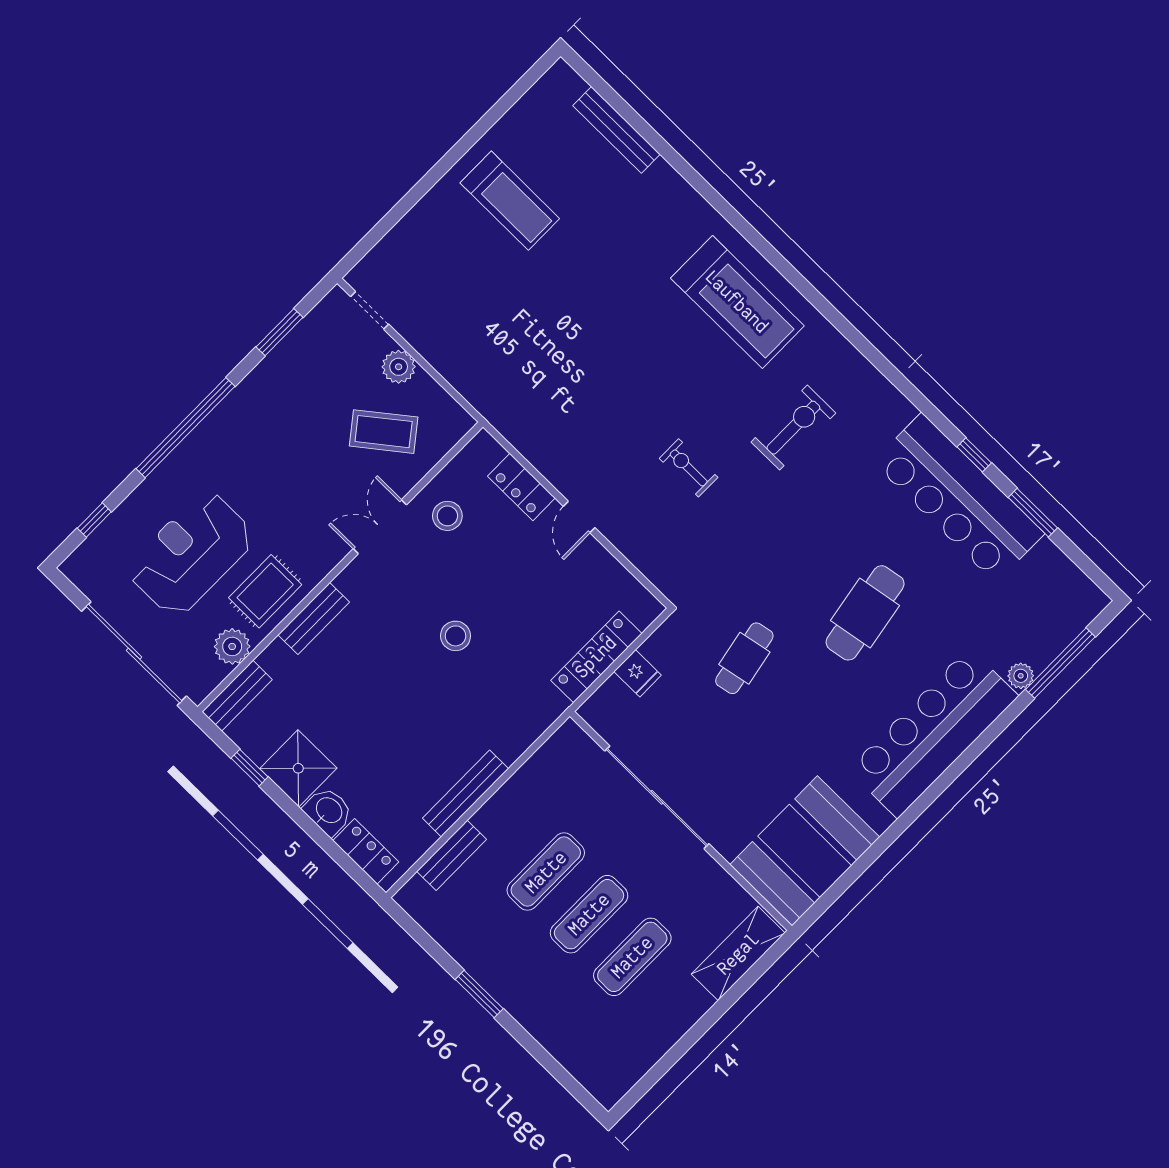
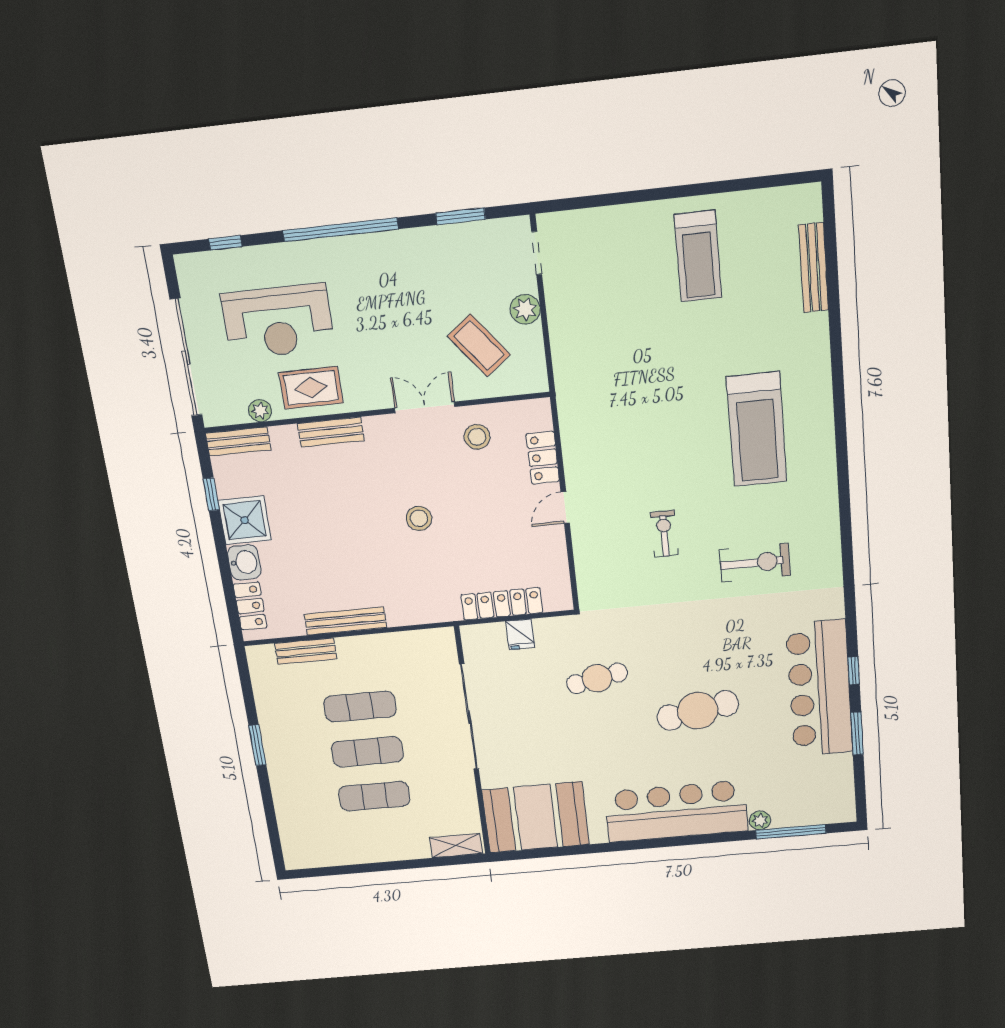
treadmill: (737, 302) -> (757, 429), moved
reception desk: (191, 554) -> (278, 321), turned 180
plant: (232, 646) -> (260, 411), width x0.73, depth x0.73
shelving: (738, 954) -> (456, 846), width x0.67, depth x0.75

